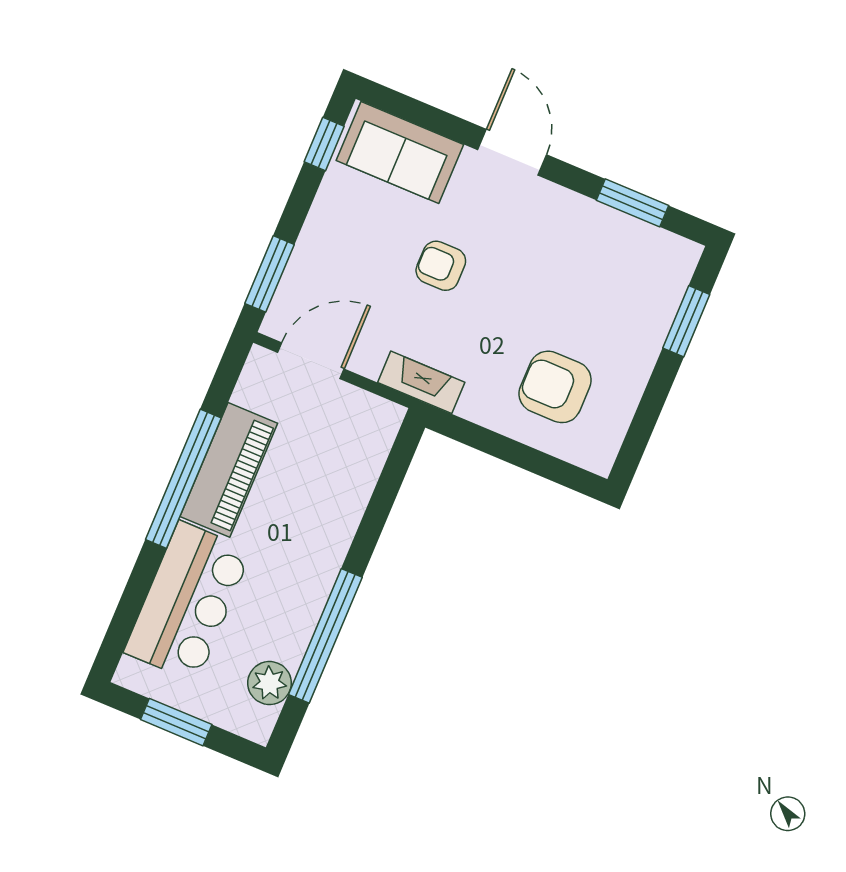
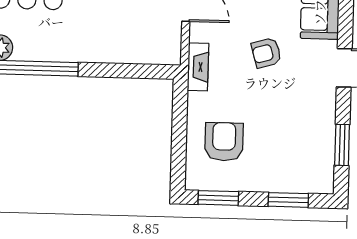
armchair: (441, 266) -> (266, 53), turned -106
window: (640, 430) -> (218, 198), added

